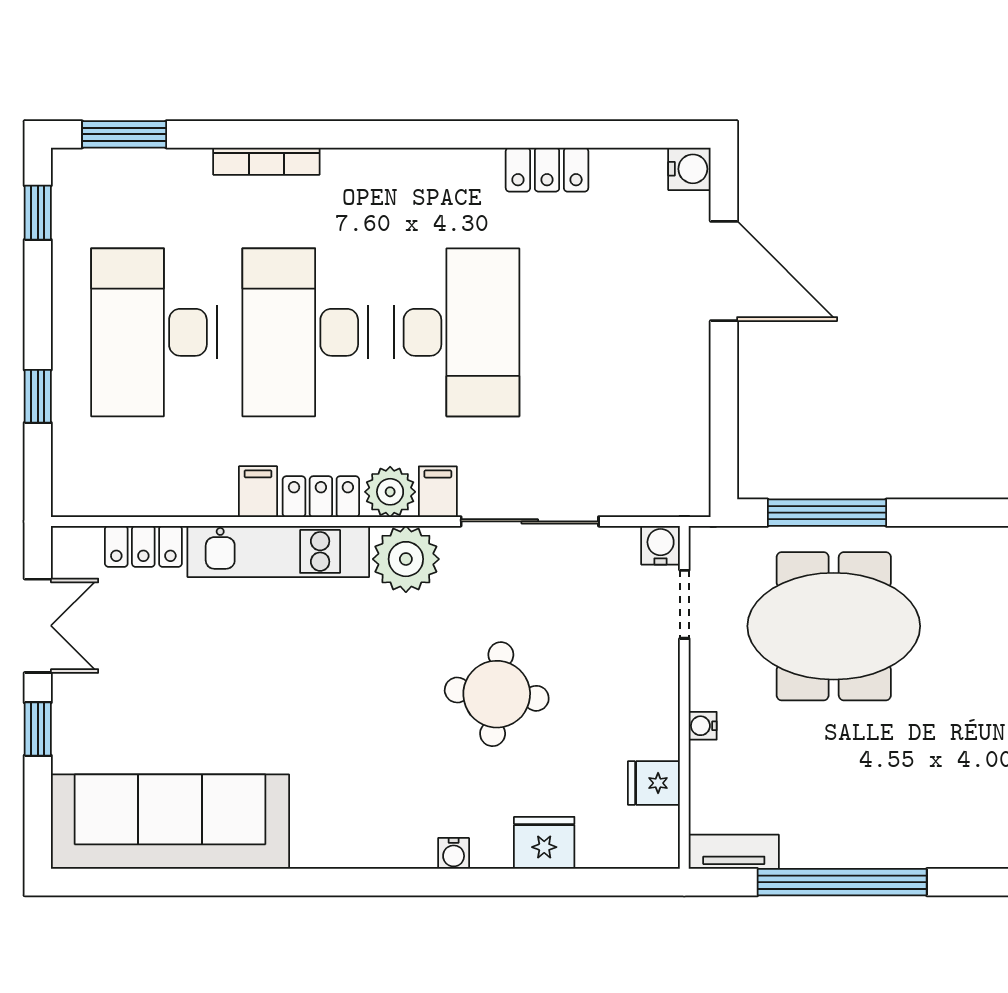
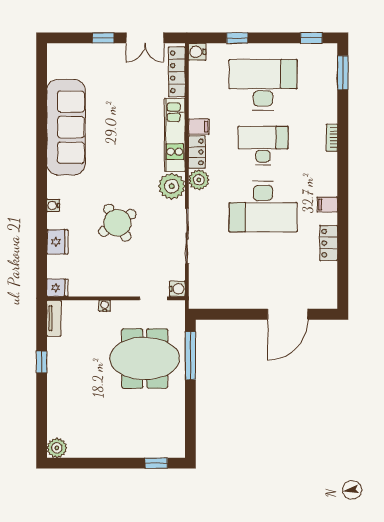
bookcase: (266, 161) -> (332, 138), width x0.64
water cooler: (689, 169) -> (197, 52), moved, turned 90
desk: (305, 332) -> (263, 146), width x0.73, depth x0.77
filing cabinet: (438, 492) -> (327, 205), moved, turned 180
locker: (143, 546) -> (177, 72), width x1.53
meeting table: (834, 626) -> (145, 358), turned 90
round table: (497, 694) -> (117, 223), turned -38
fridge: (654, 783) -> (57, 288), moved, turned 90
sofa: (170, 822) -> (66, 127), moved
window: (842, 882) -> (42, 362), width x0.32

